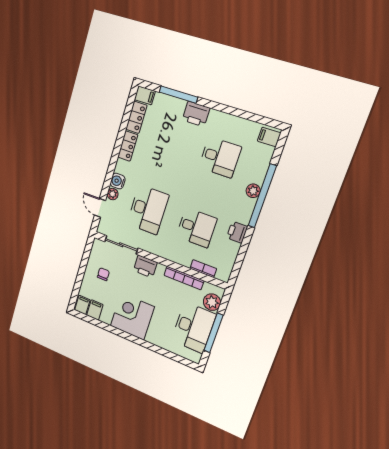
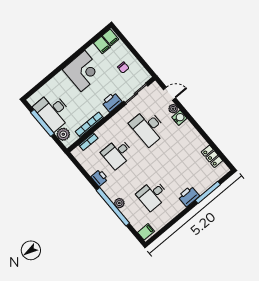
filing cabinet: (145, 95) -> (222, 171), removed
locker: (128, 146) -> (198, 139), removed

